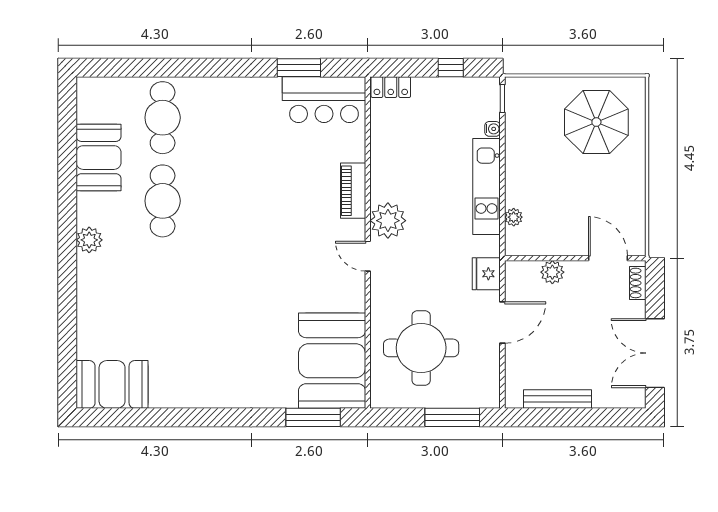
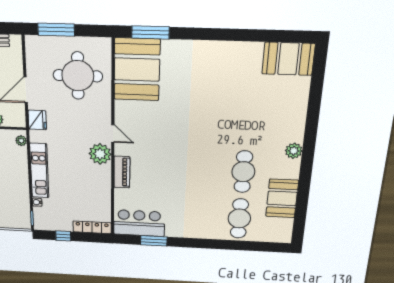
locker: (391, 87) -> (92, 227), width x1.53
plant: (514, 217) -> (21, 141), moved

